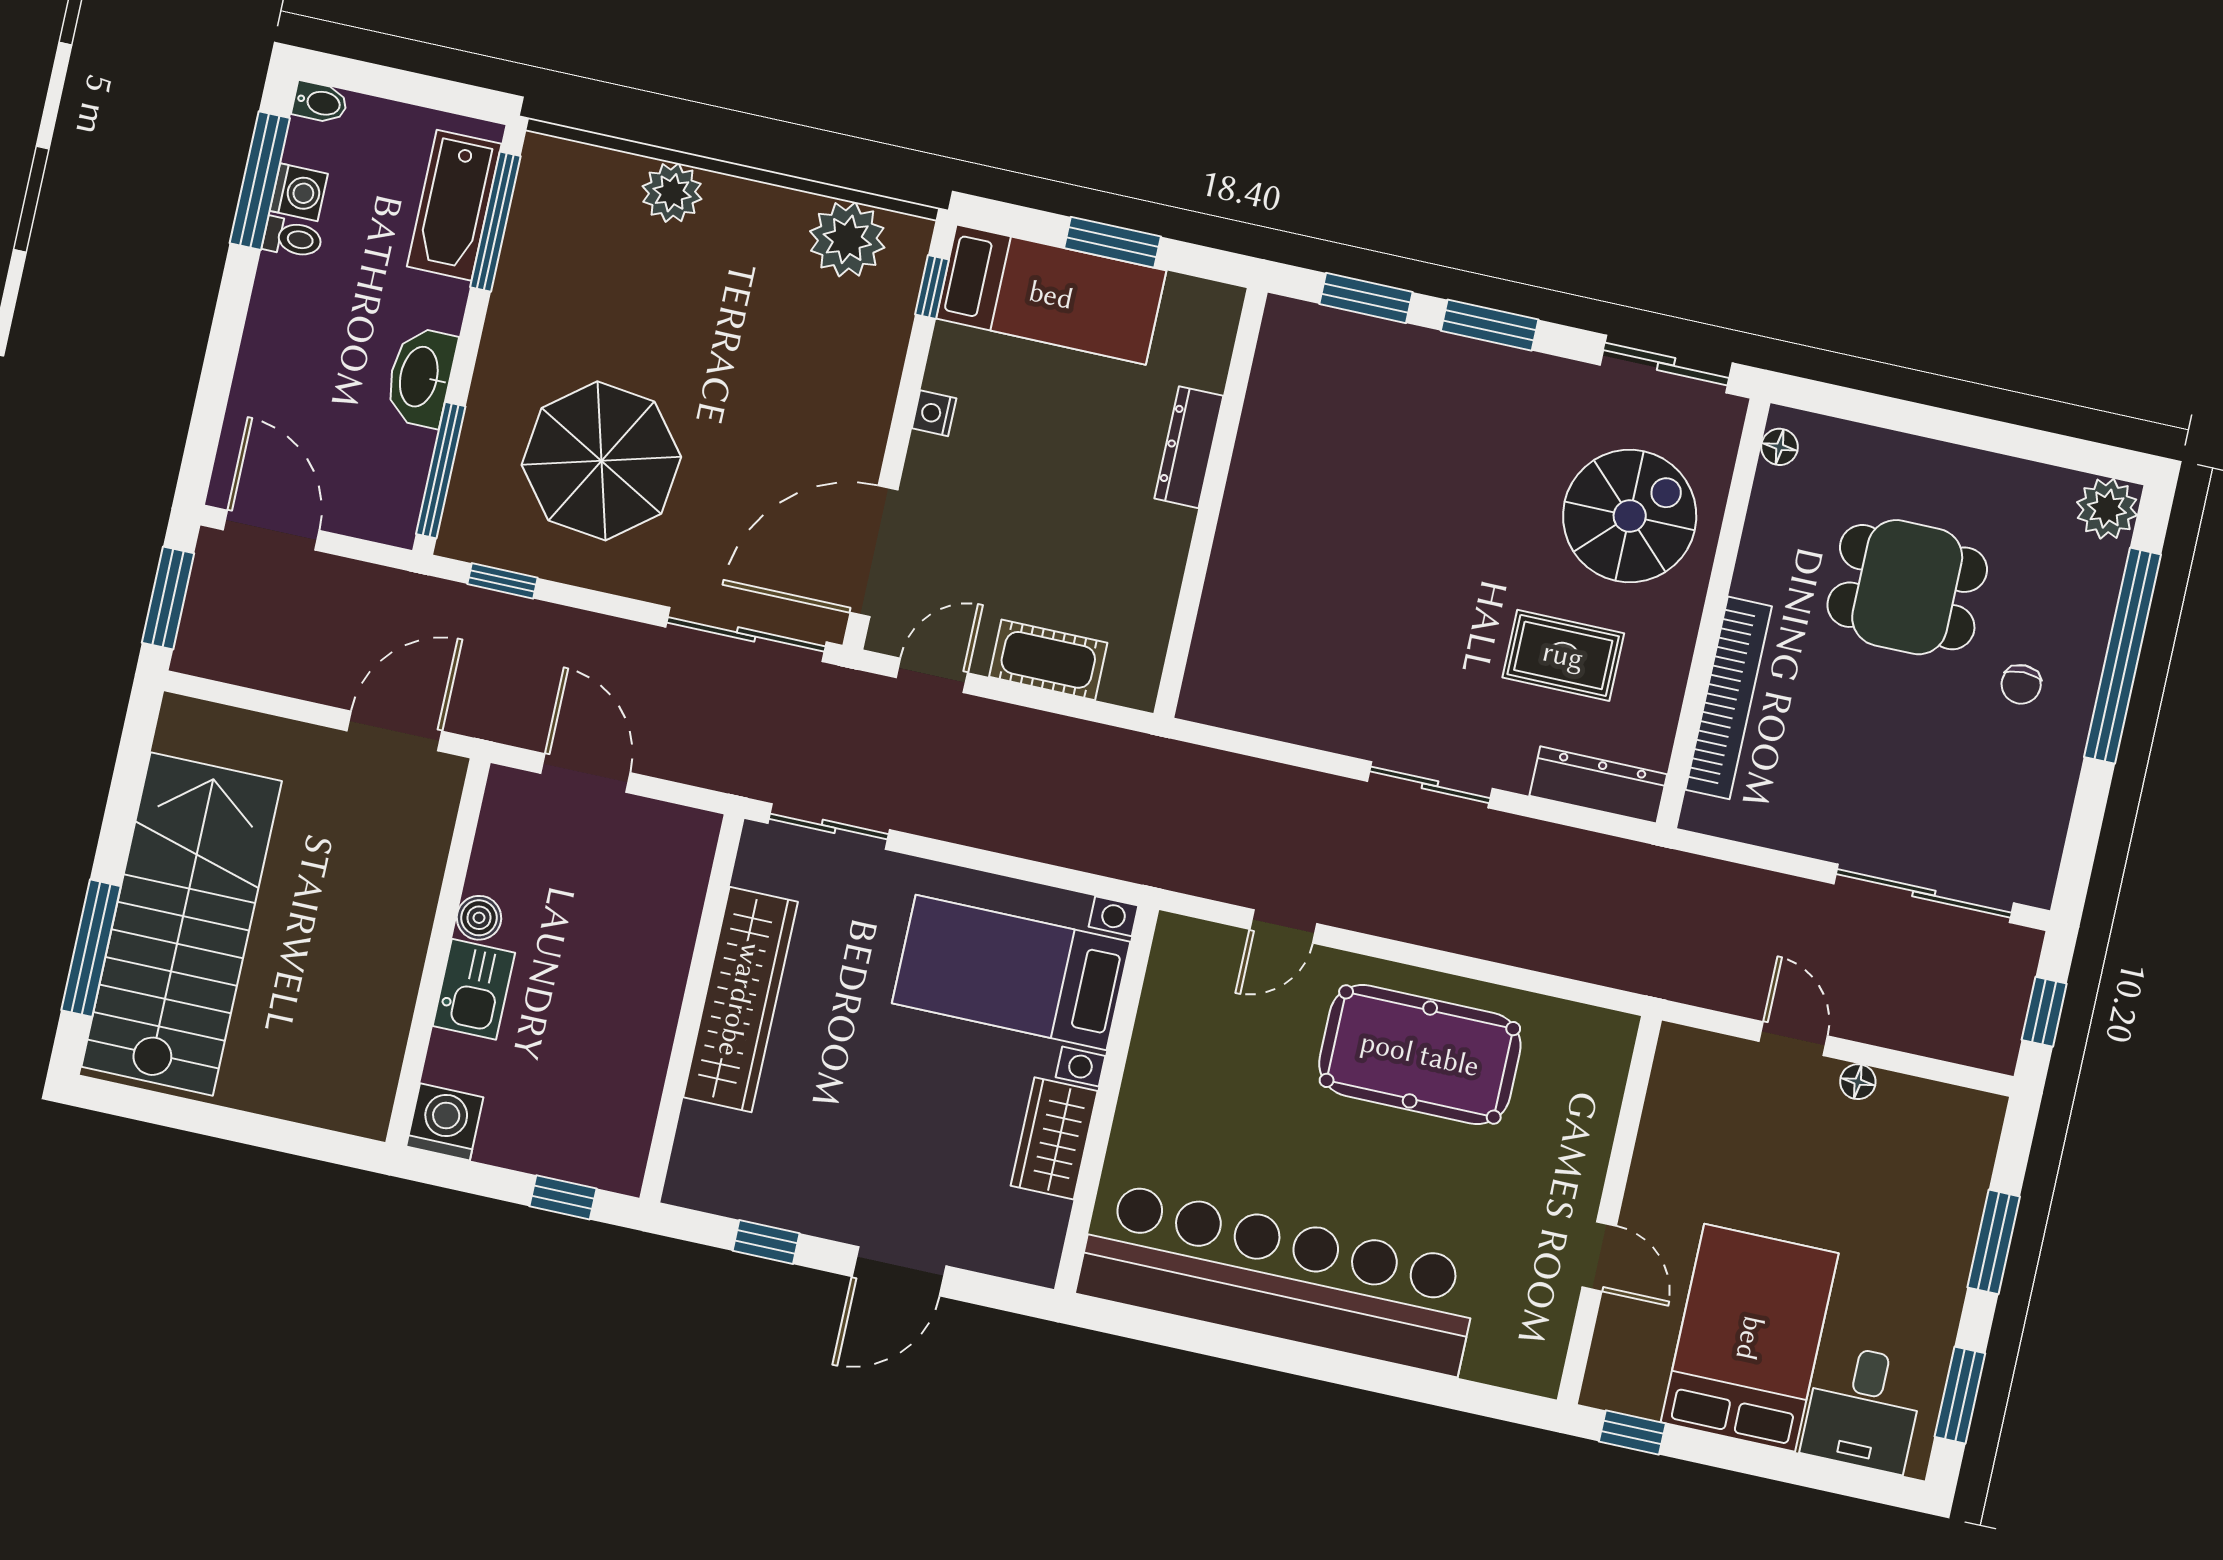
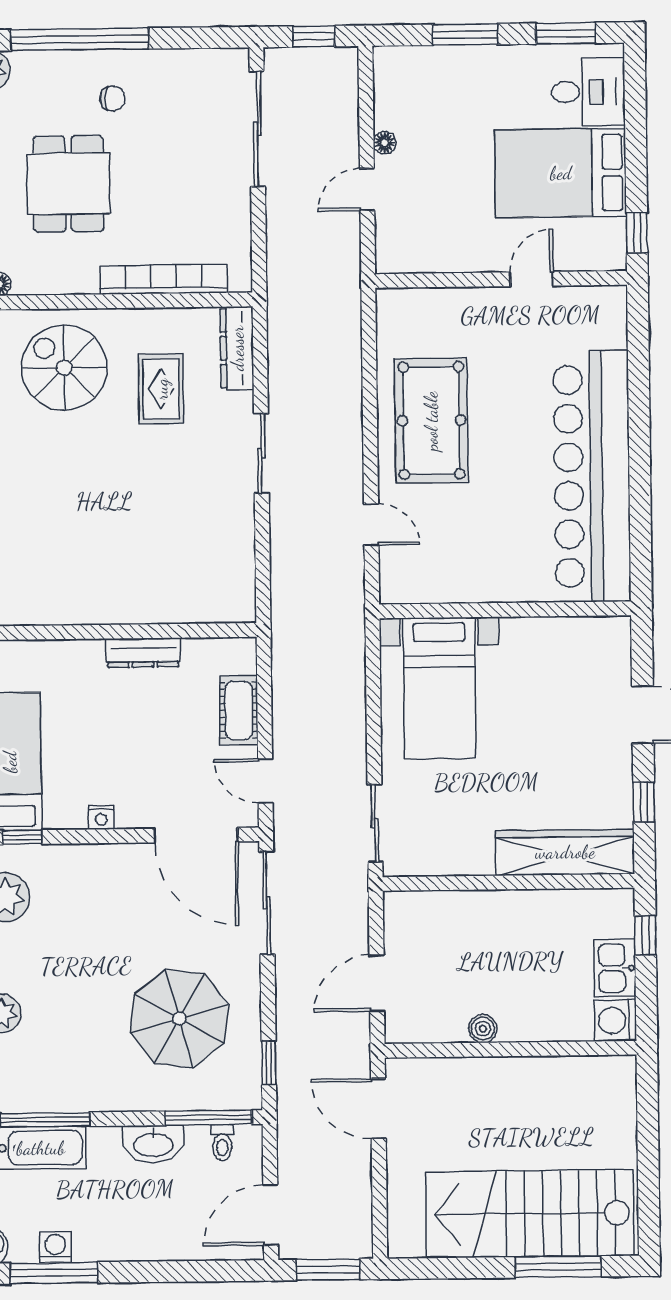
toilet: (292, 238) -> (222, 1143), moved, turned 180
dresser: (1189, 447) -> (143, 653), moved
kitchen sink: (474, 989) -> (615, 968), moved, turned -90
wardrobe: (740, 1000) -> (565, 852), moved
wardrobe: (1054, 1138) -> (537, 637), removed

